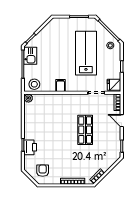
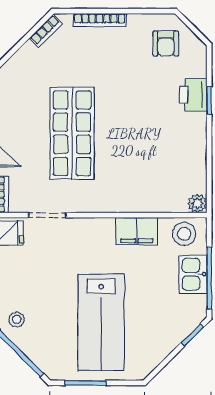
lab bench: (86, 53) -> (101, 322), moved
kitchen sink: (30, 56) -> (193, 274), moved
filing cabinet: (60, 85) -> (137, 231), width x2.00
shop shelf: (85, 130) -> (72, 133), width x1.43, depth x1.36

